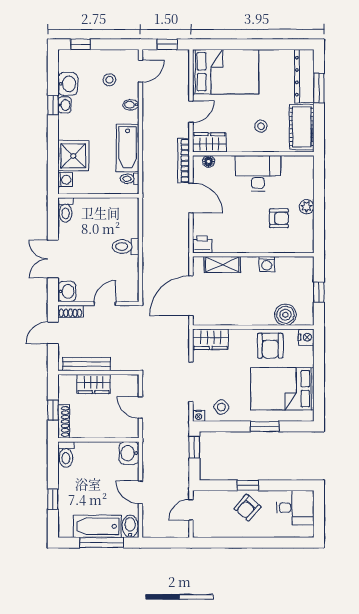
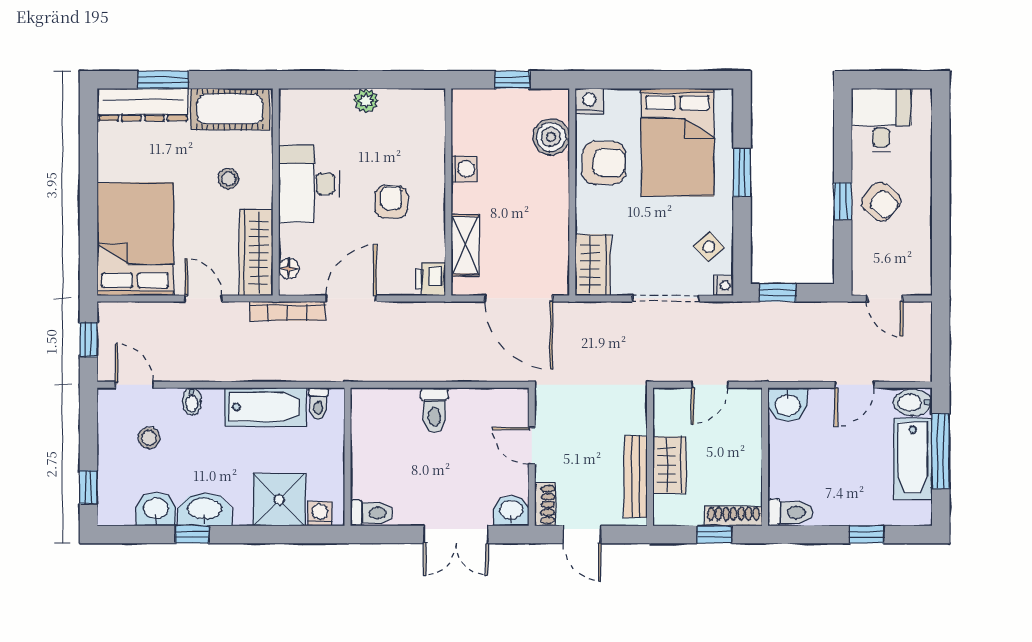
washbasin: (65, 105) -> (205, 510), width x1.91, depth x1.45
wardrobe: (209, 142) -> (256, 253), width x1.50
armchair: (279, 218) -> (391, 202), moved

